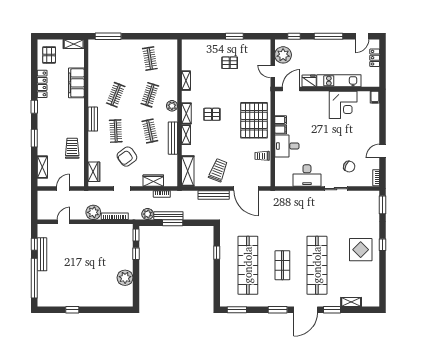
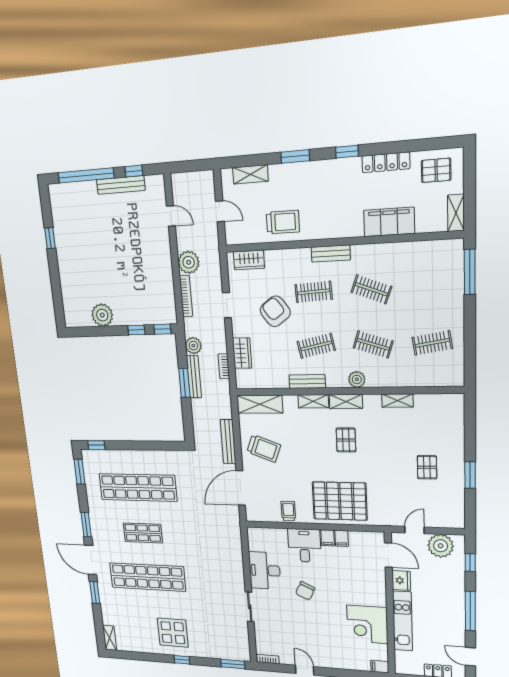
bench: (173, 138) -> (307, 381), width x0.73
chair: (349, 167) -> (305, 591), moved
window: (217, 253) -> (96, 445), moved
shelving: (351, 302) -> (110, 638), moved

